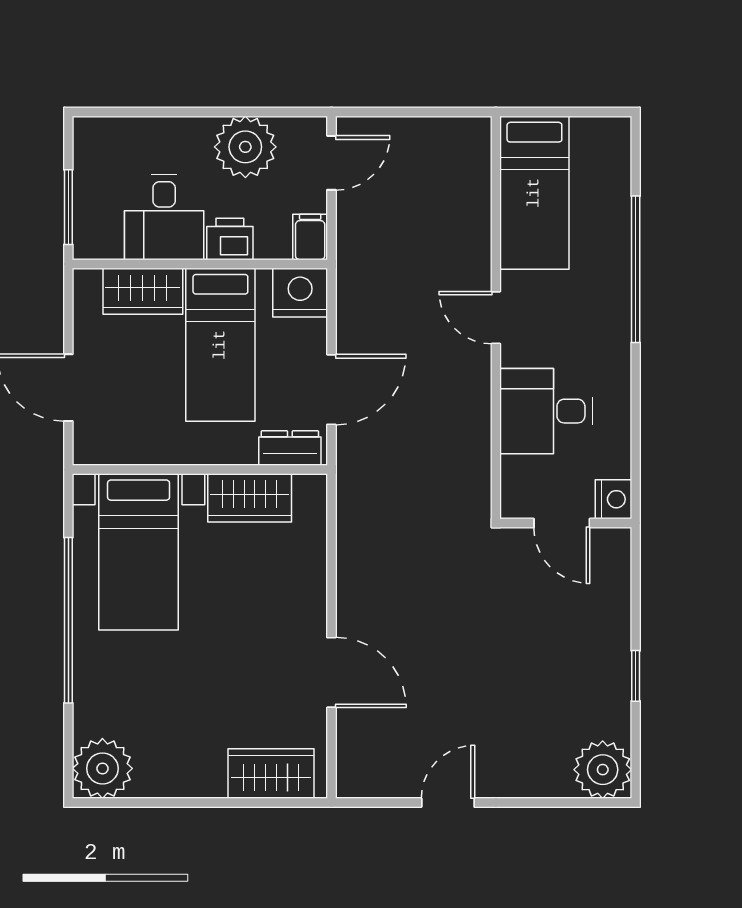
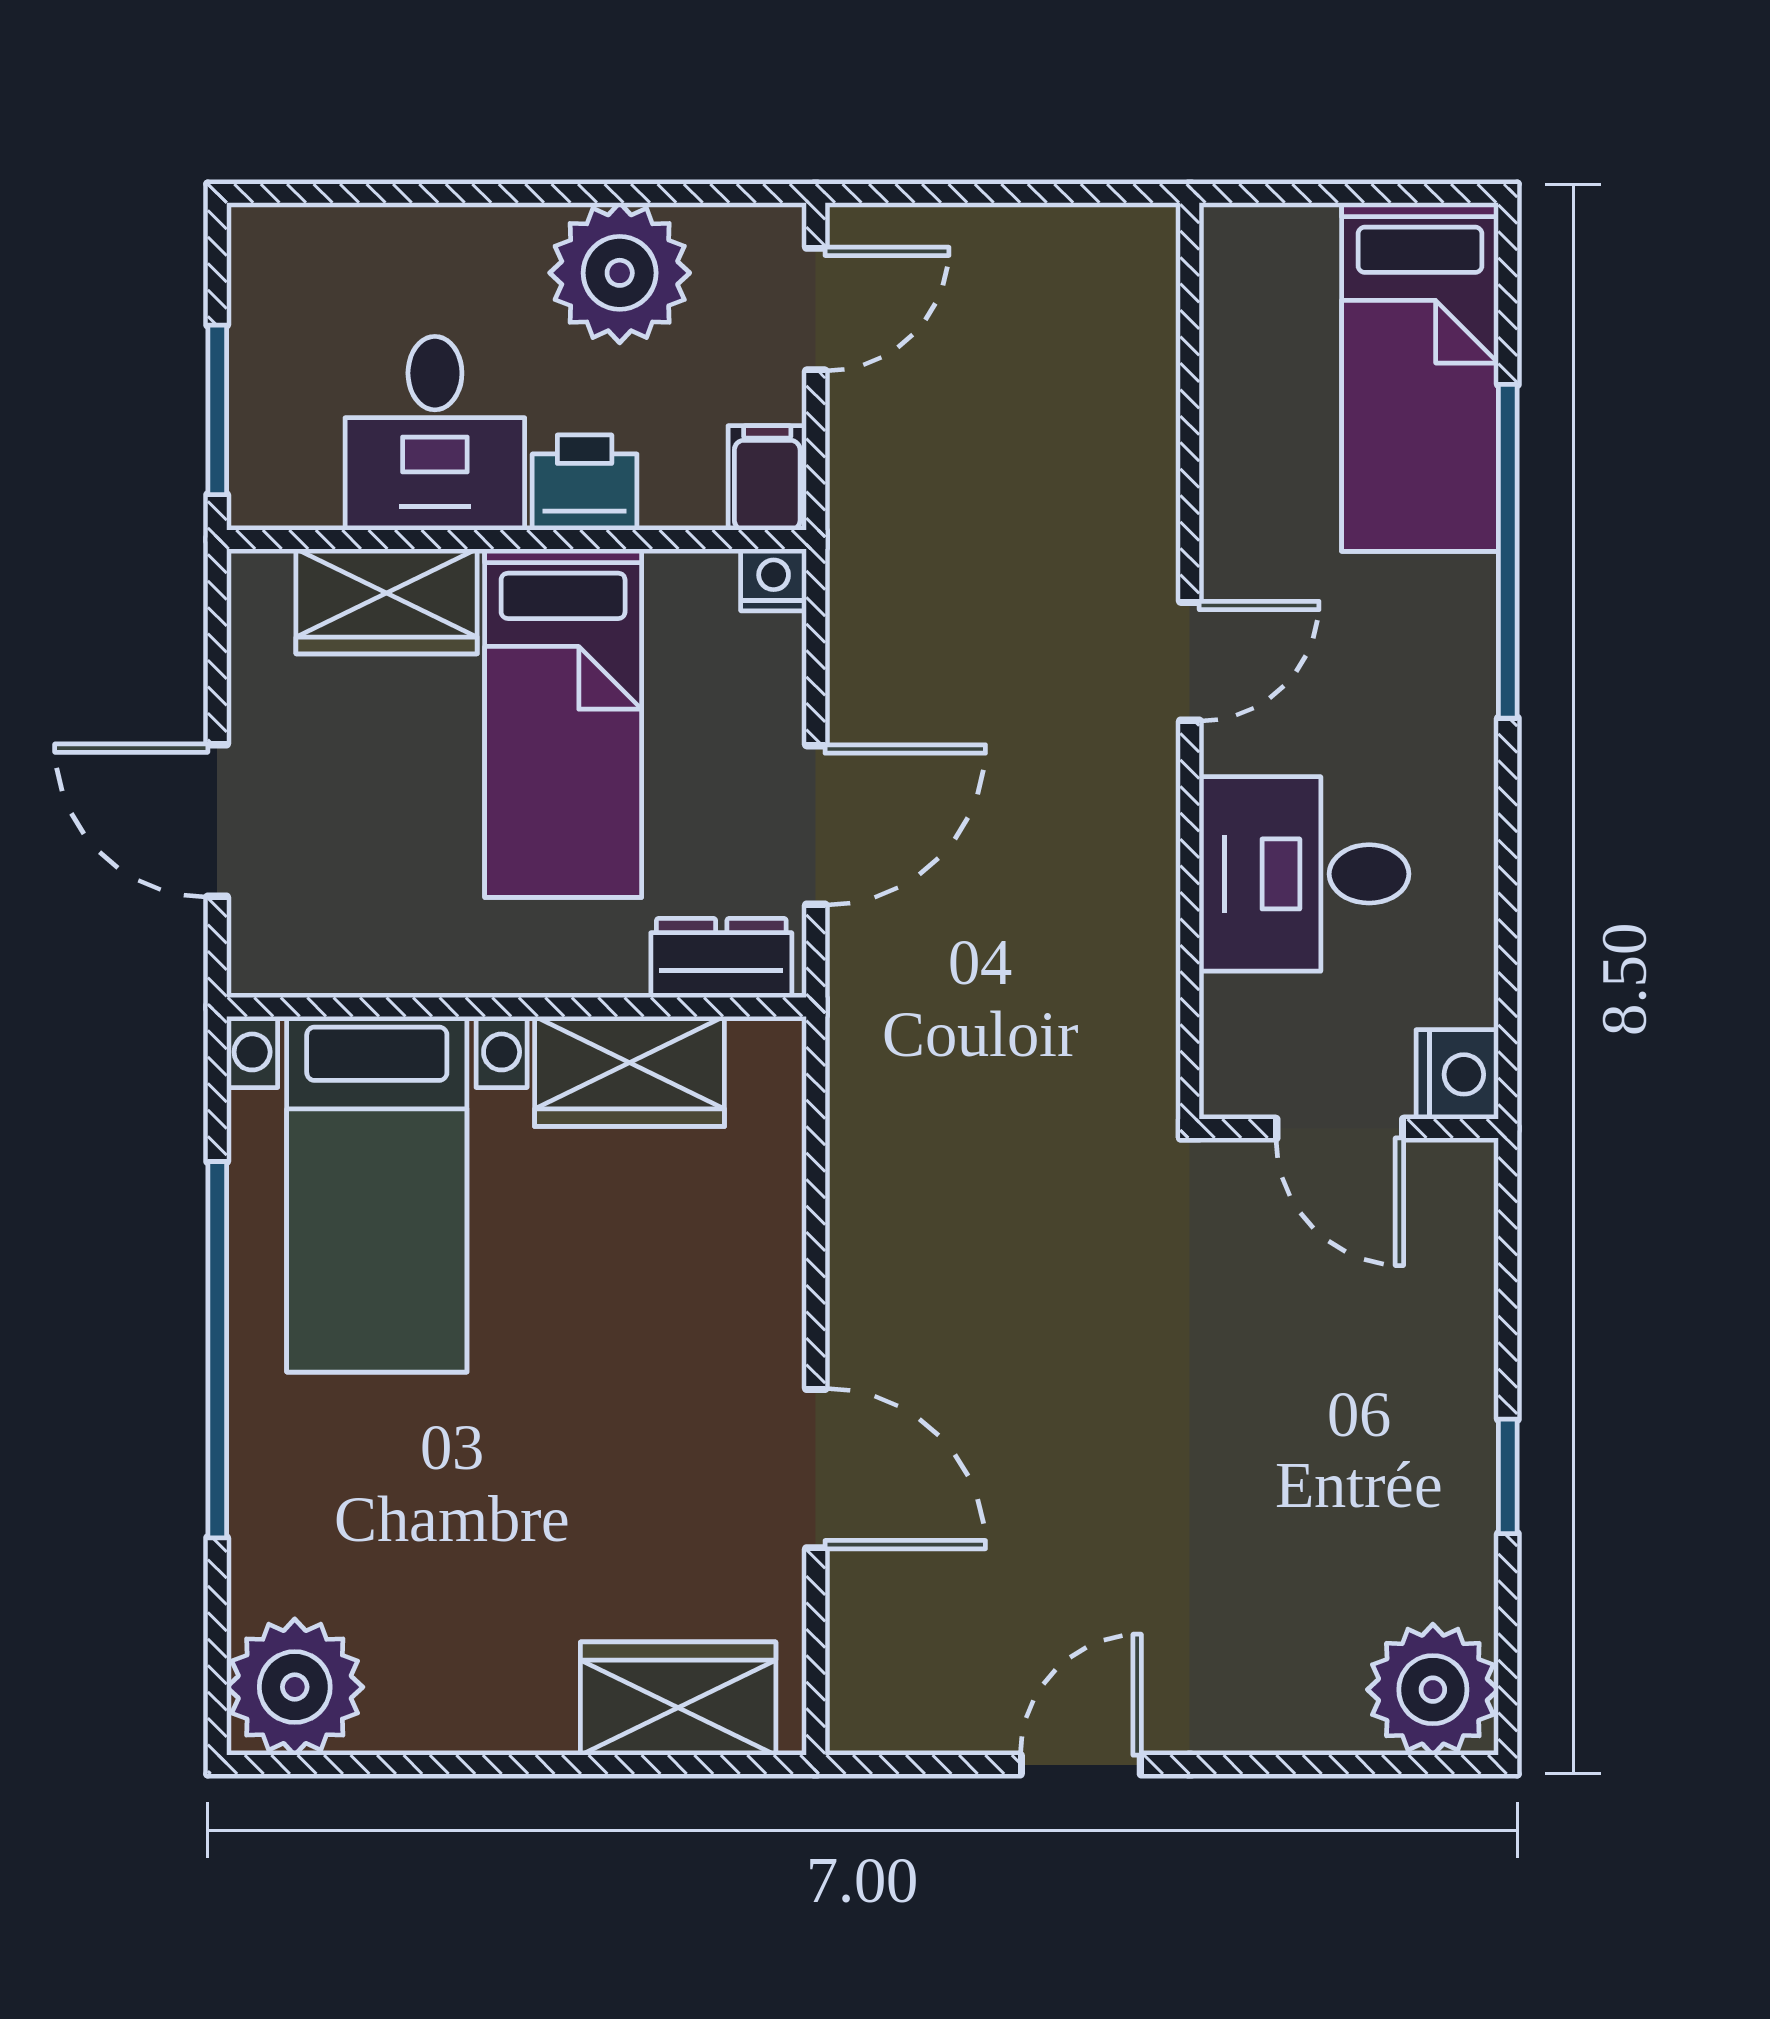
bed: (534, 193) -> (1420, 377), moved
nightstand: (300, 293) -> (774, 580), width x0.53, depth x0.56
door: (496, 318) -> (1190, 661), swing flipped

